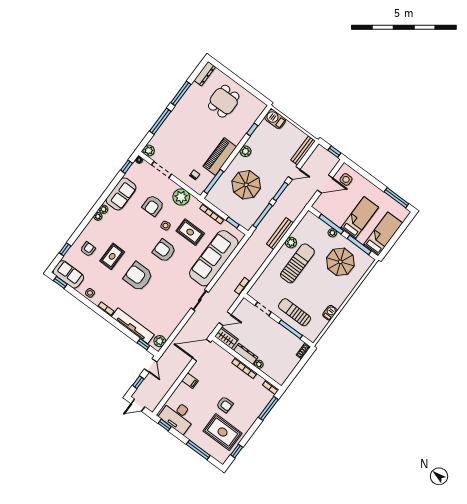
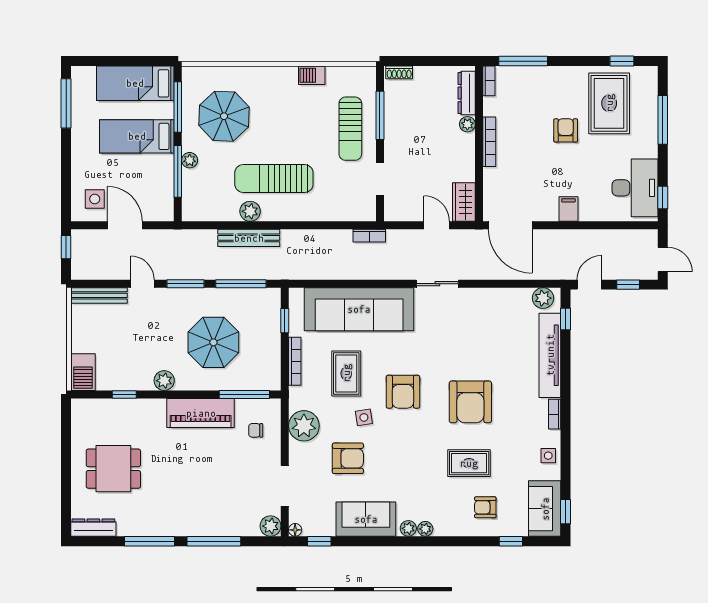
dresser: (246, 354) -> (467, 93), moved

